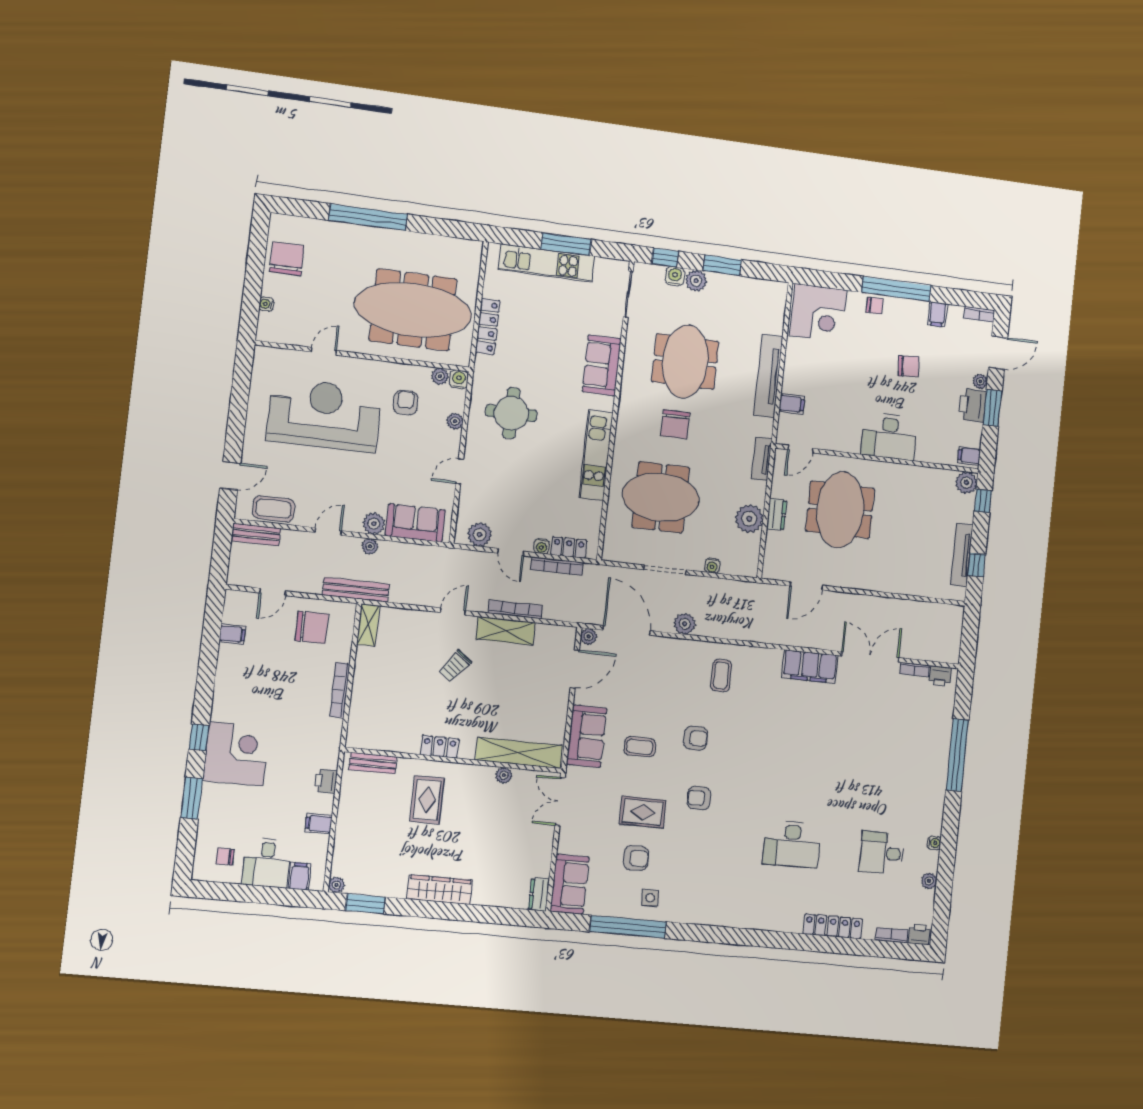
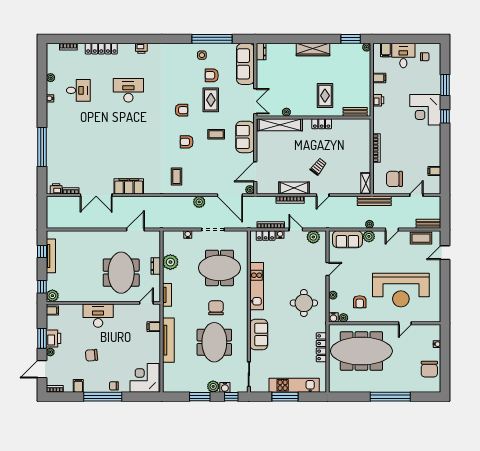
rug: (643, 812) -> (211, 100), turned 90
sofa: (570, 884) -> (245, 64), width x1.36
printer: (919, 935) -> (141, 48), moved

